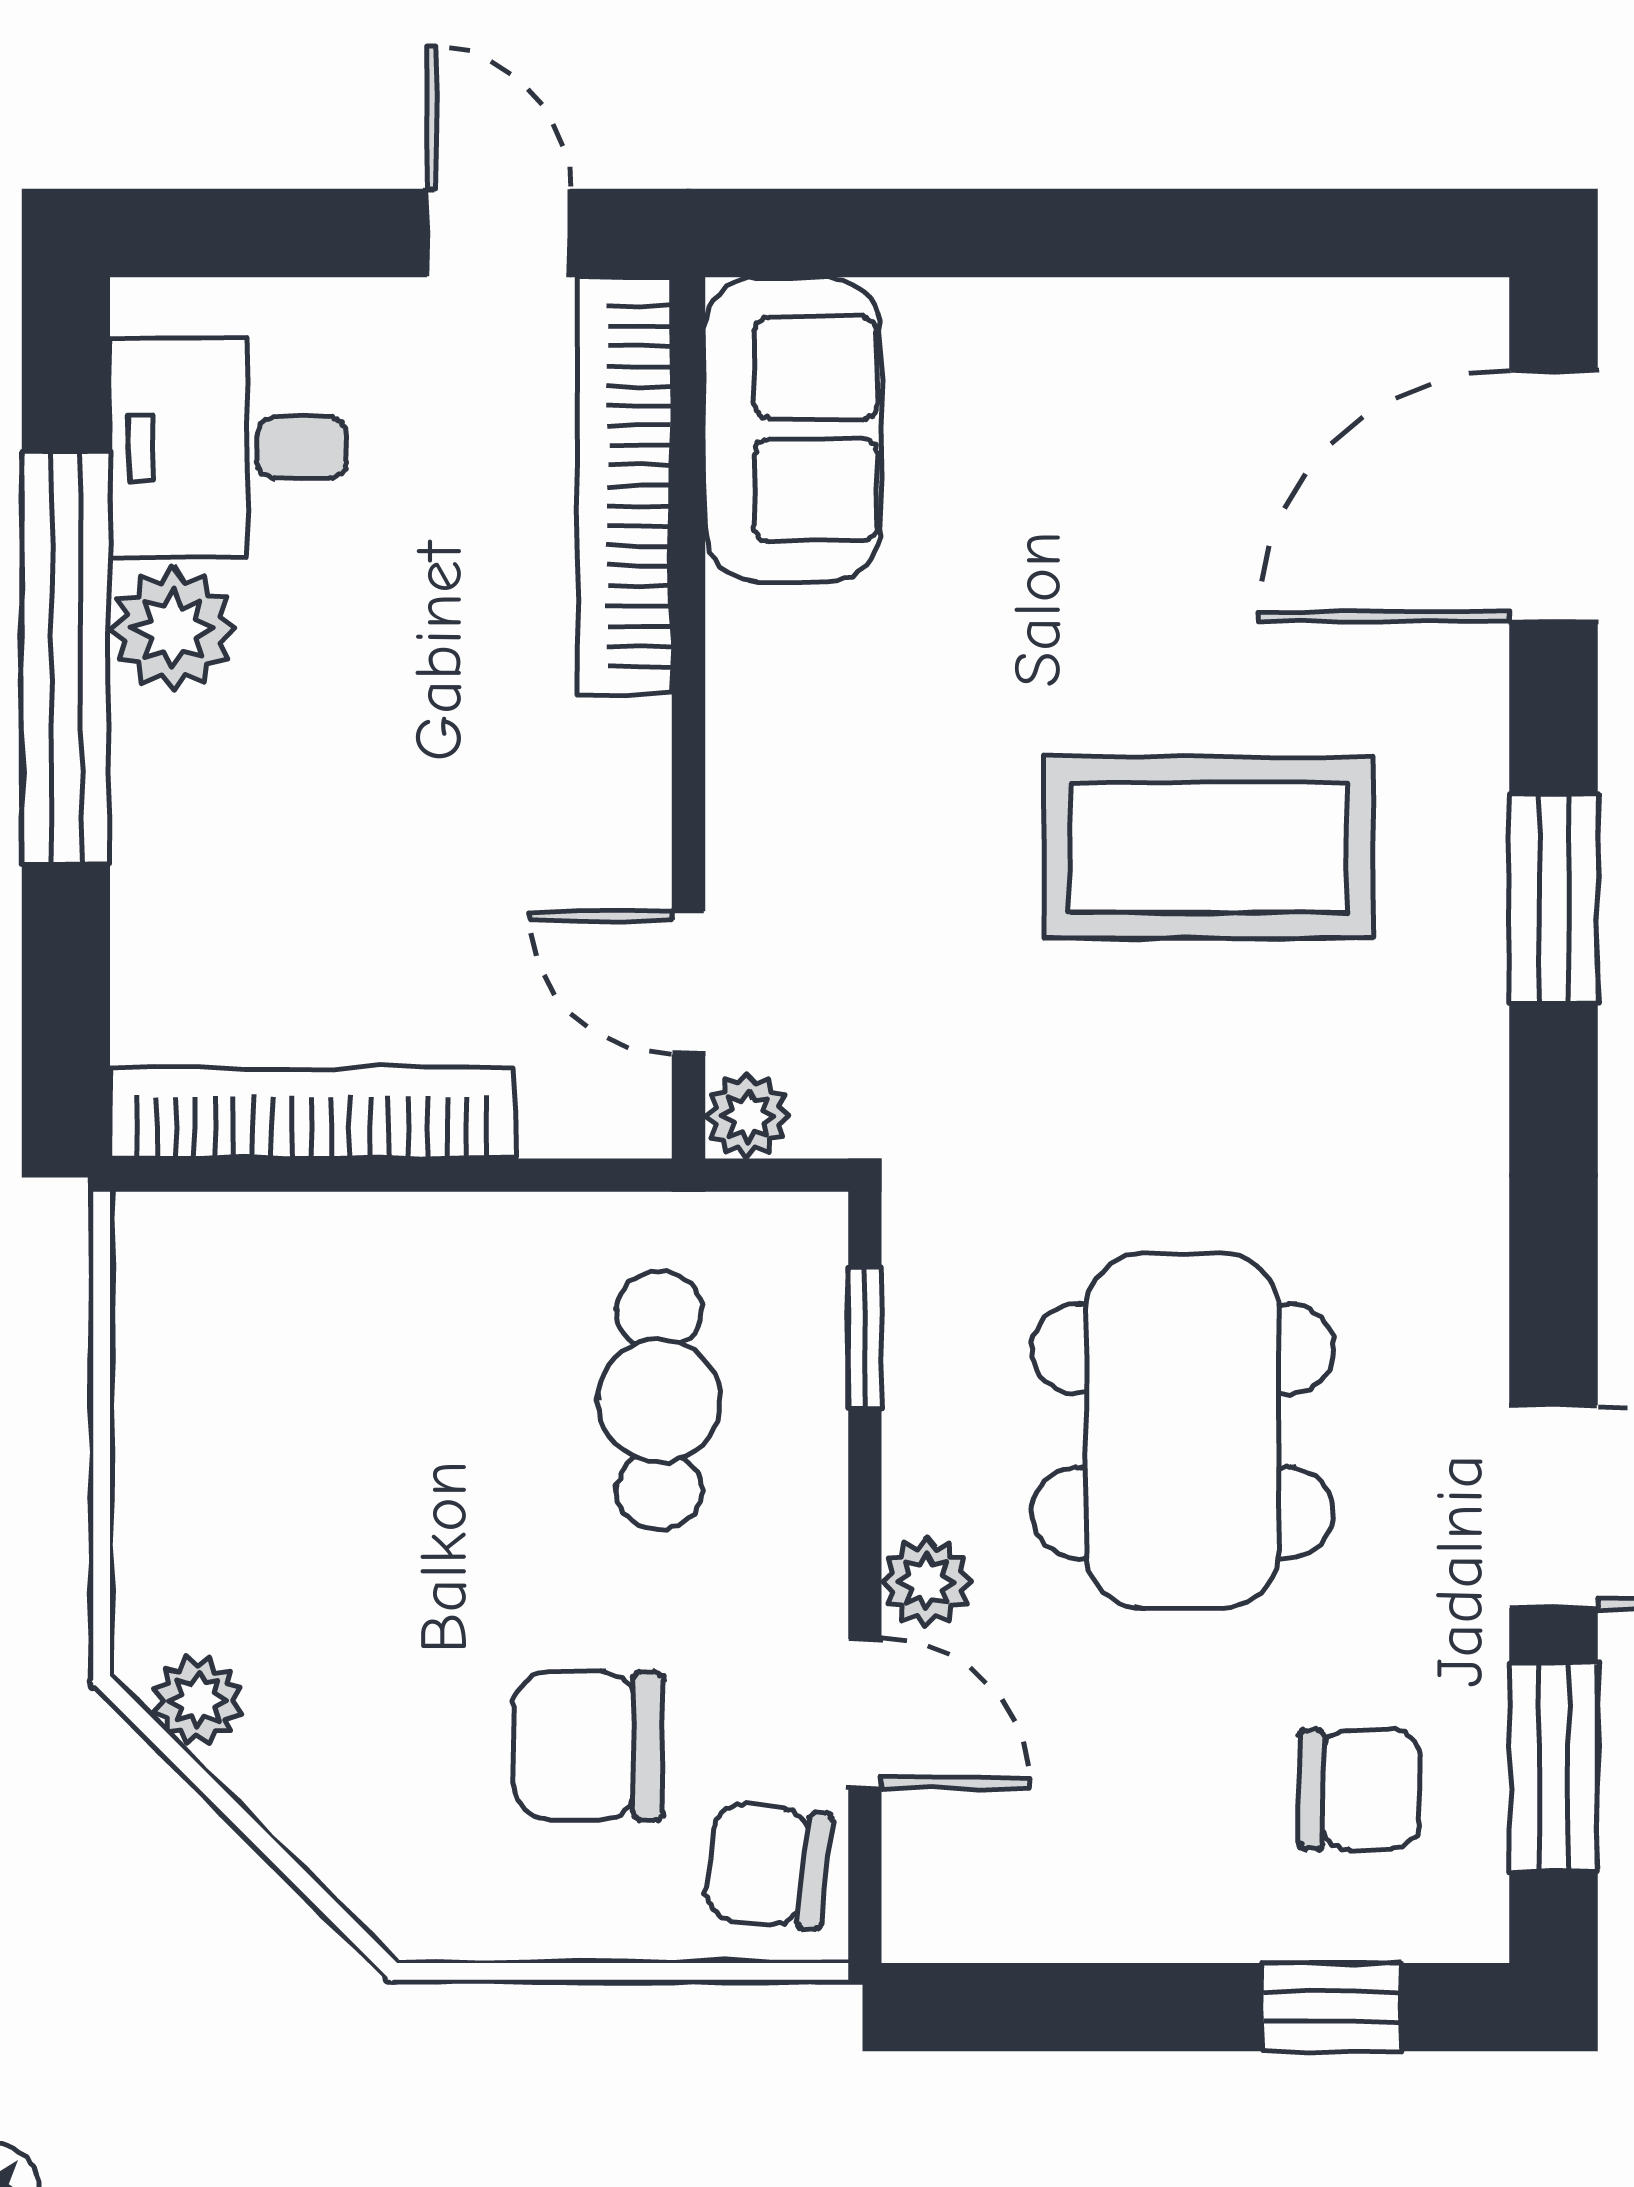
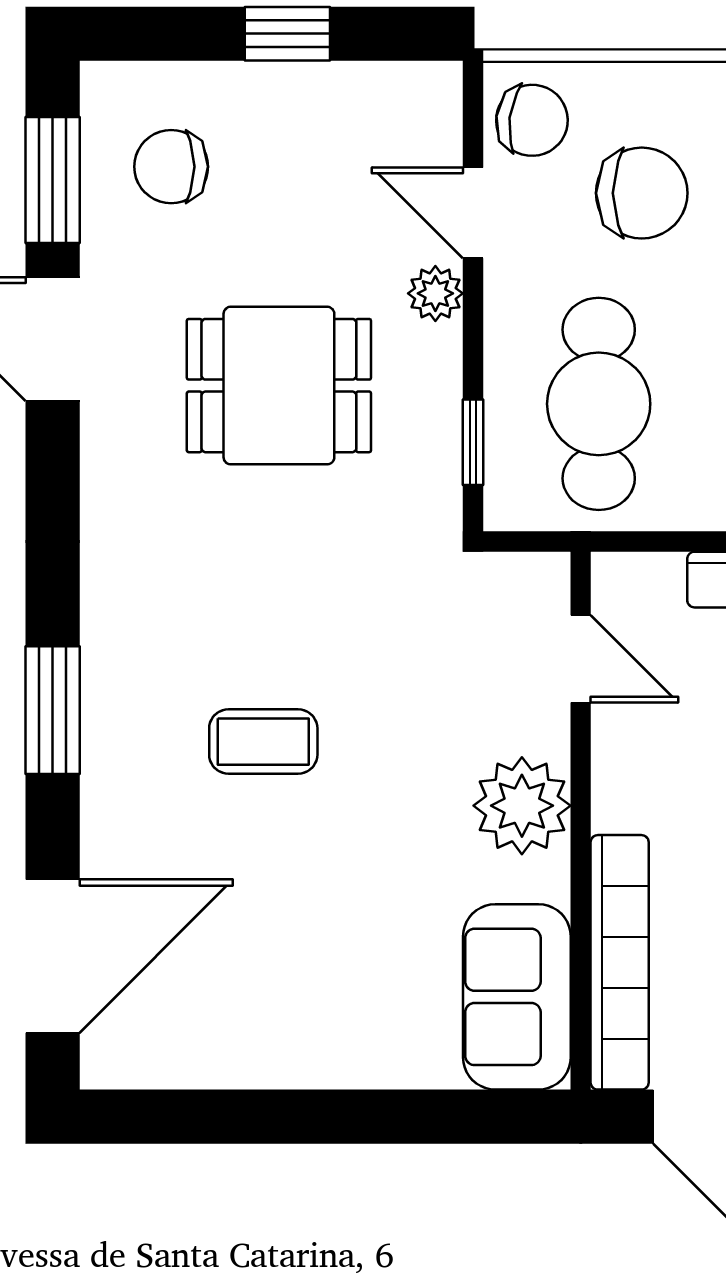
coffee table: (1208, 848) -> (263, 742), width x0.54, depth x0.58
plant: (747, 1116) -> (522, 806), moved, width x1.87, depth x1.87
cafe table: (659, 1401) -> (599, 404), width x1.37, depth x1.35
dining table: (1183, 1431) -> (279, 386), width x0.73
window: (1332, 2007) -> (287, 34), moved

